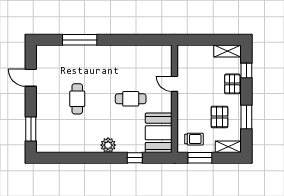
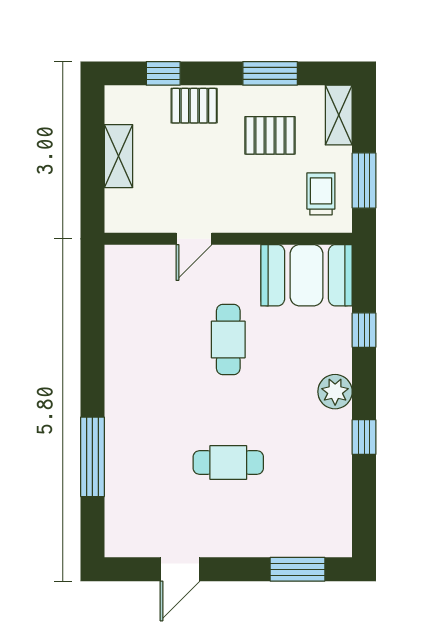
shelving: (228, 51) -> (118, 156), moved
window: (88, 158) -> (364, 437), added

